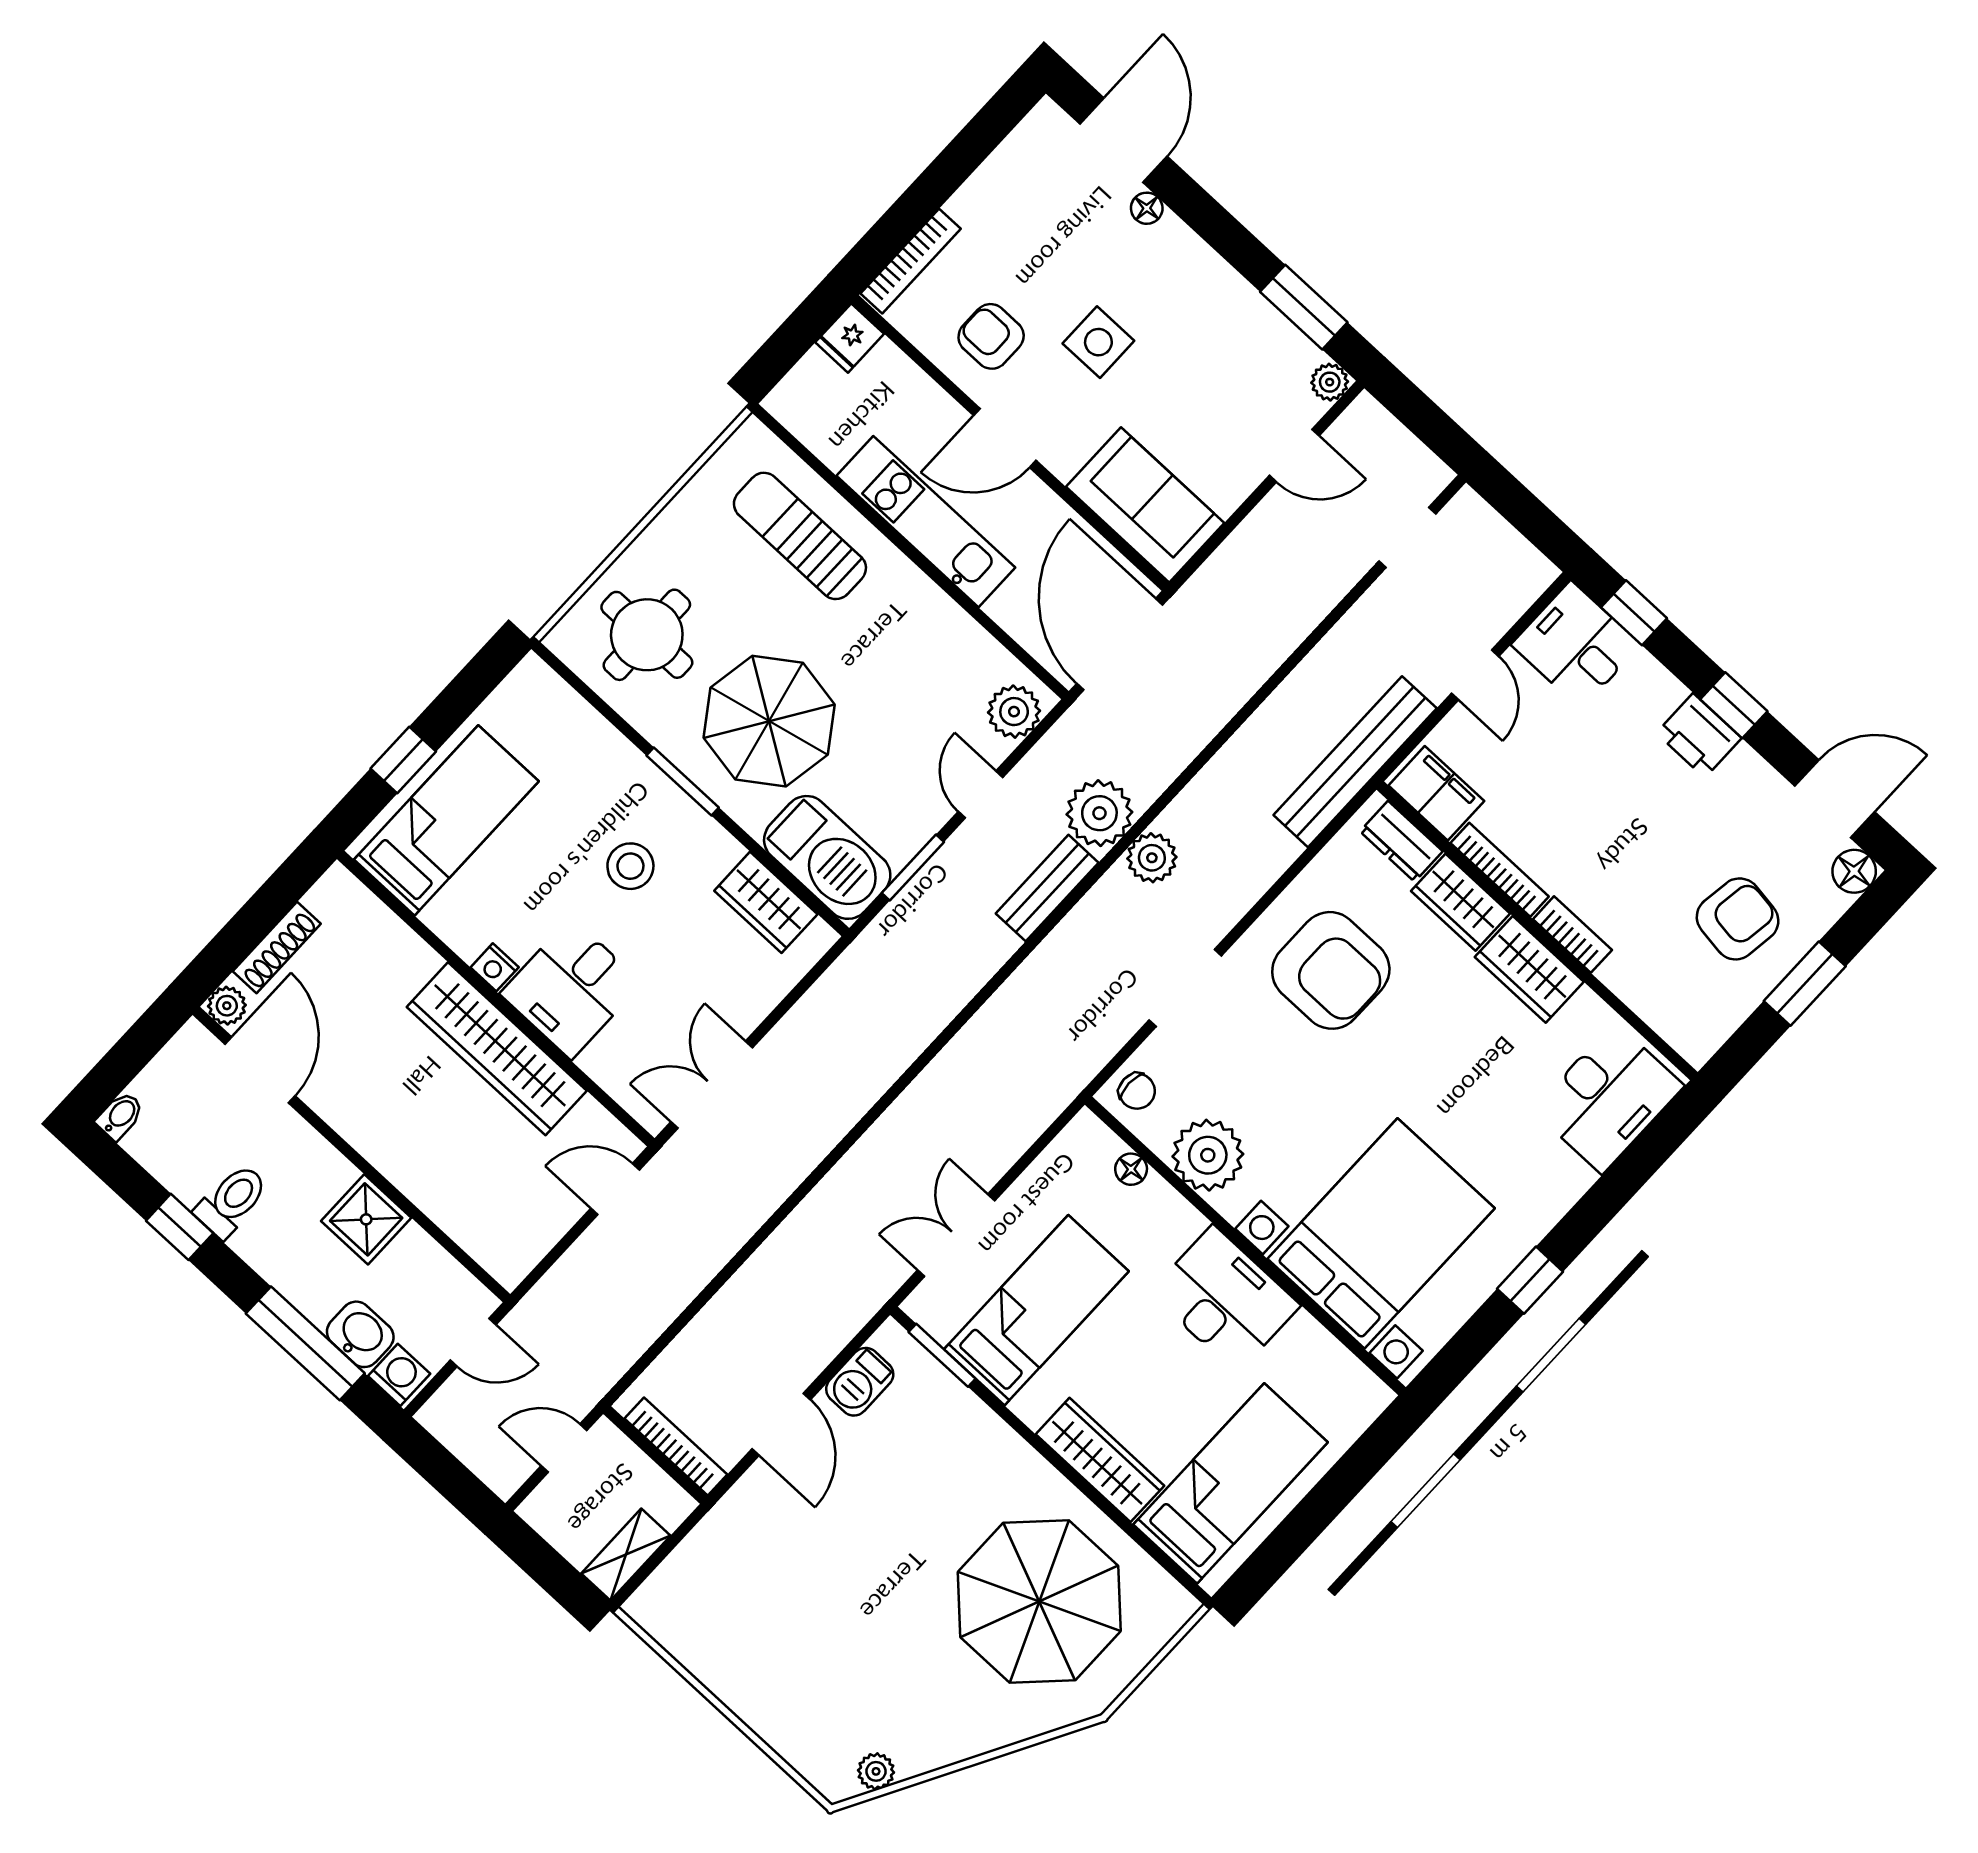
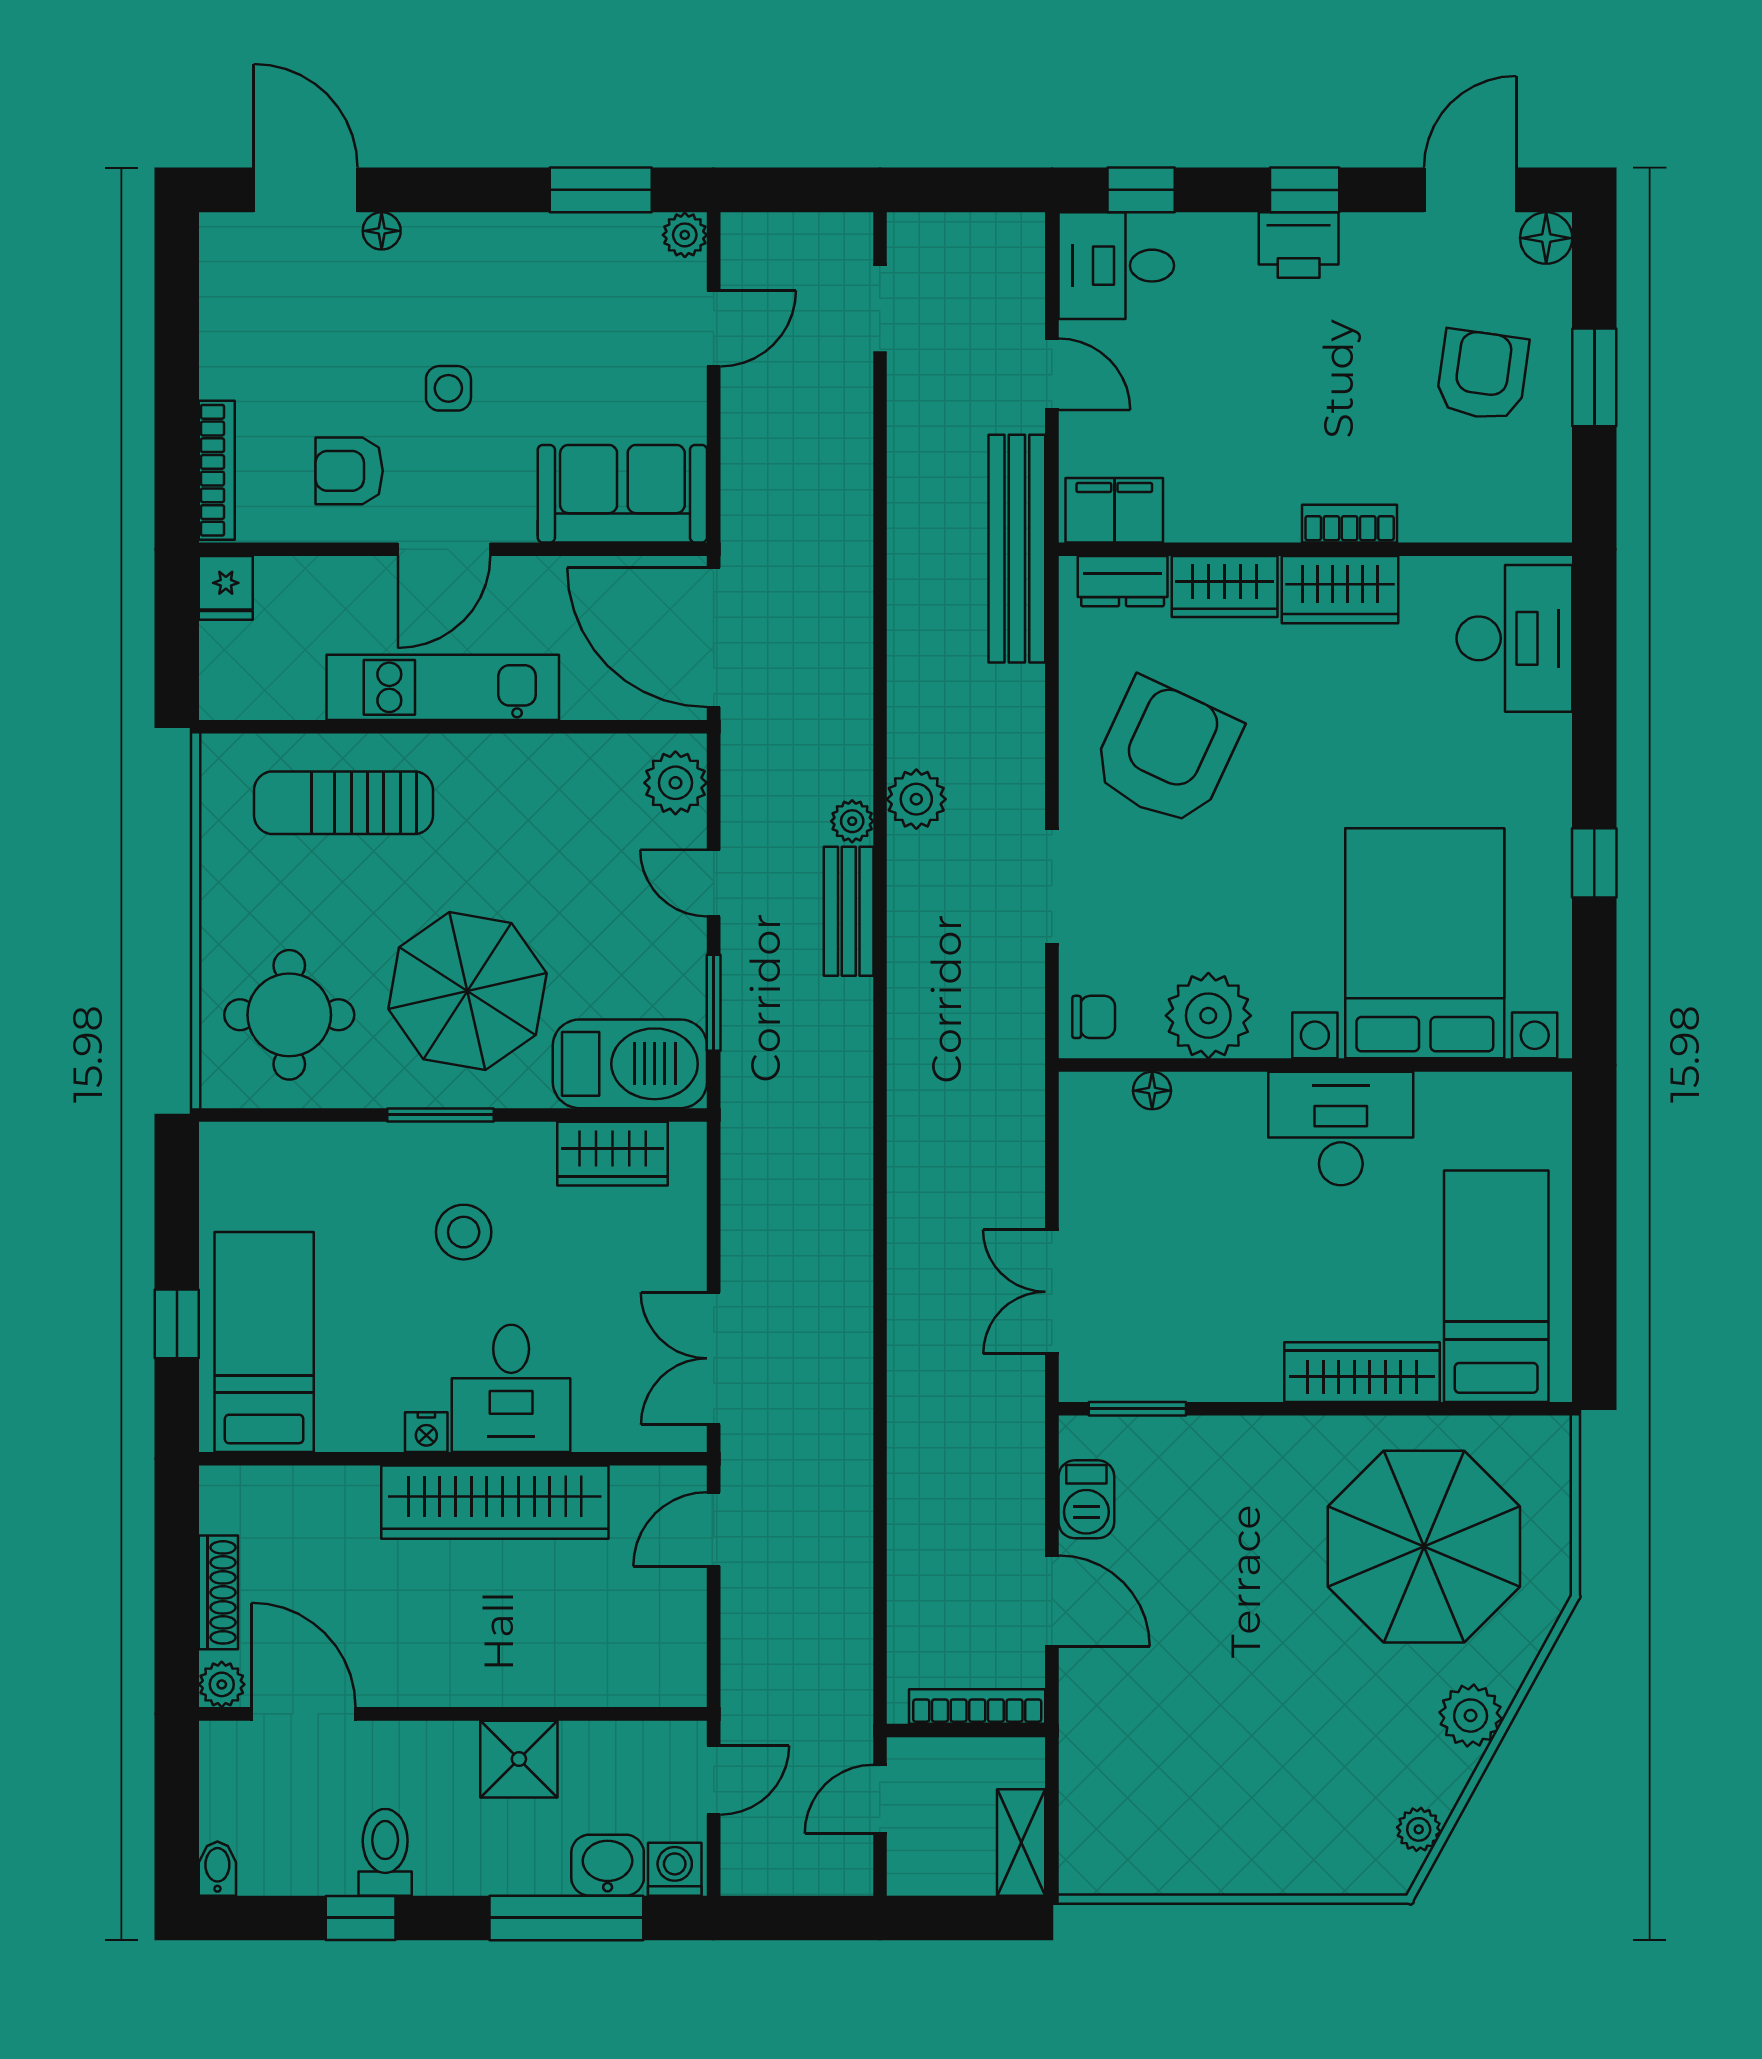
side table: (1098, 342) -> (448, 388), width x0.73, depth x0.73
plant: (1099, 813) -> (852, 821), width x0.53, depth x0.53
bookcase: (1500, 870) -> (1233, 526), removed
armchair: (1331, 970) -> (1166, 752), turned -65
bed: (1036, 1310) -> (1184, 1292), removed
plant: (972, 1731) -> (1471, 1716), added

